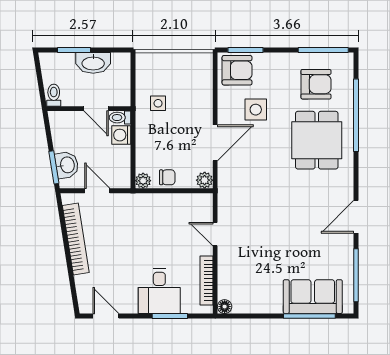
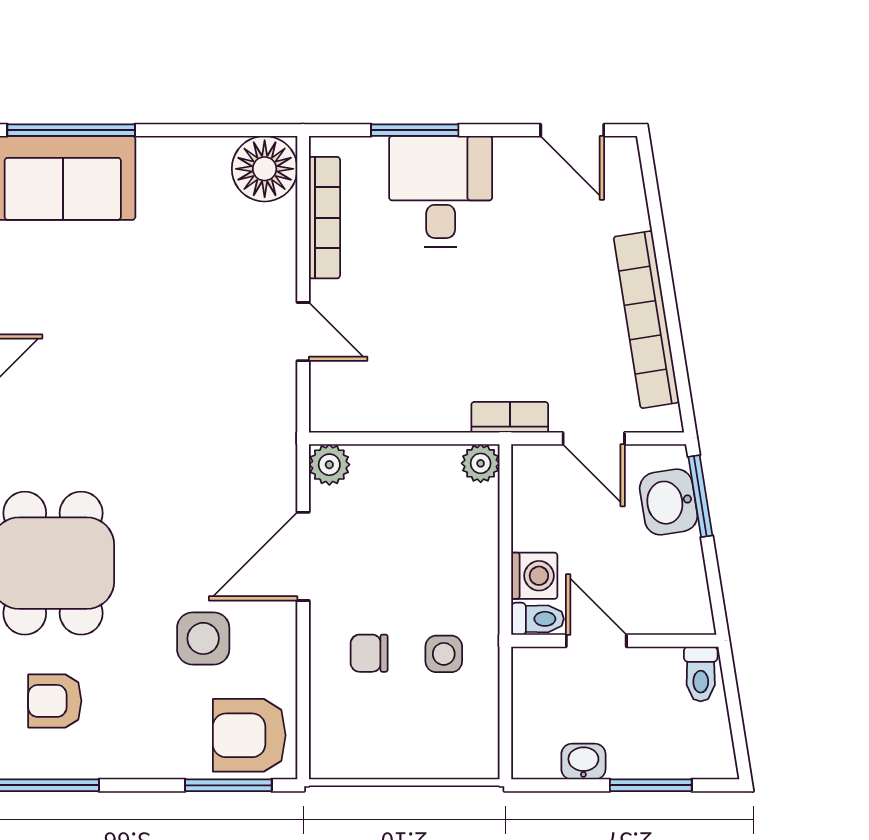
washbasin: (93, 63) -> (583, 762), width x0.52, depth x0.69
armchair: (316, 84) -> (55, 701), width x0.72, depth x0.72
chair: (167, 177) -> (369, 653), moved
bookcase: (131, 199) -> (510, 417), added
floor lamp: (225, 307) -> (265, 169), width x1.89, depth x1.89

